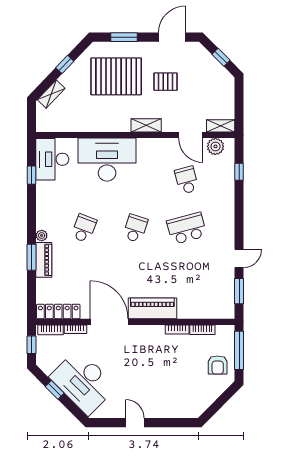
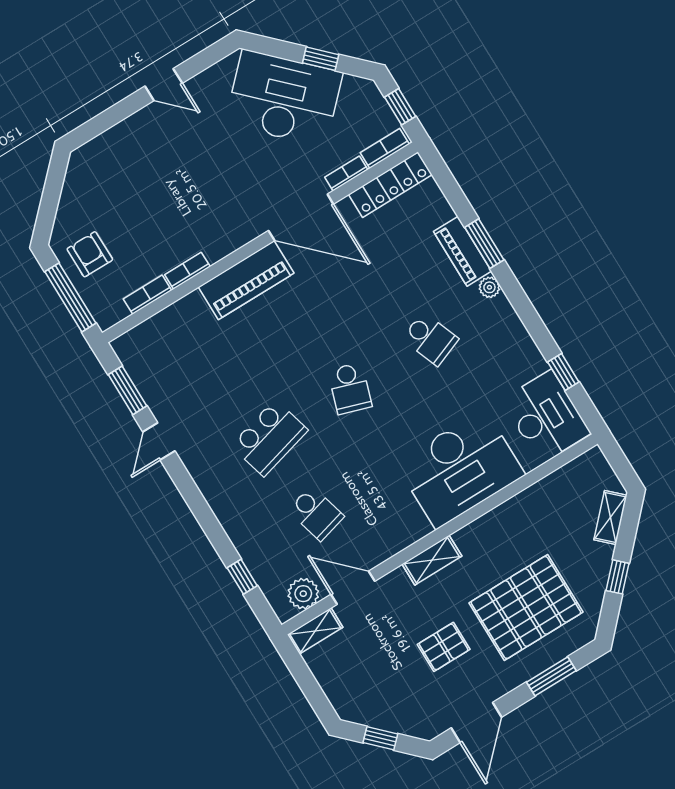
school desk: (84, 228) -> (430, 339), turned -42

